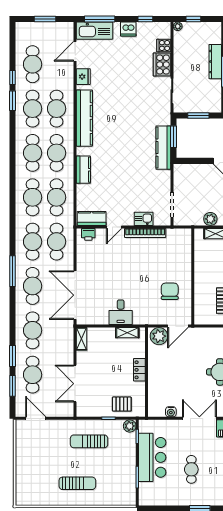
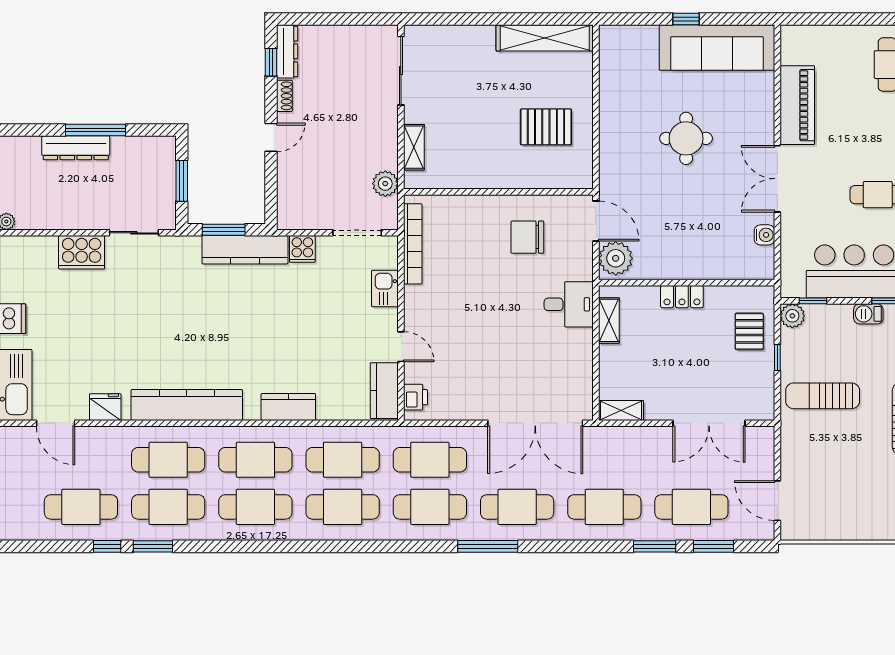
cooker: (164, 45) -> (302, 249), moved
plant: (210, 219) -> (385, 184), moved
bookcase: (145, 233) -> (413, 244), moved
desk: (121, 312) -> (569, 304), moved
door: (36, 418) -> (777, 501), hinge flipped
sun lounger: (89, 441) -> (823, 396), turned 90
barbecue: (131, 465) -> (868, 314), added

